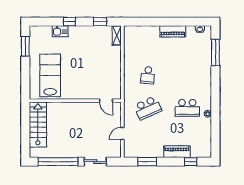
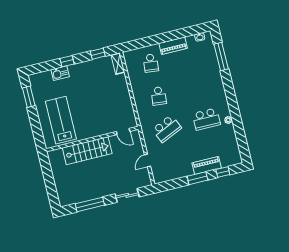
school desk: (148, 43) -> (151, 63), added
stairs: (38, 125) -> (87, 151), moved, turned 90
window: (58, 162) -> (90, 204), width x0.68
window: (147, 162) -> (197, 178), moved

